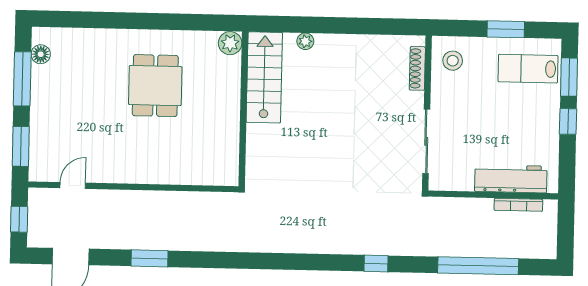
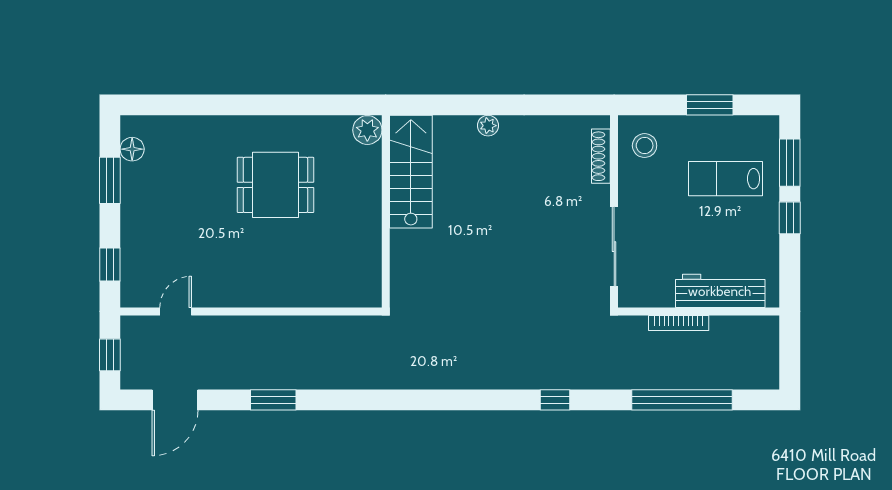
plant: (305, 41) -> (488, 126), moved
lab bench: (528, 69) -> (726, 179), moved
window: (22, 79) -> (110, 180), width x0.69
dining table: (155, 86) -> (275, 185), turned 90
window: (21, 146) -> (110, 264), width x0.67
bookcase: (518, 205) -> (679, 323), moved

